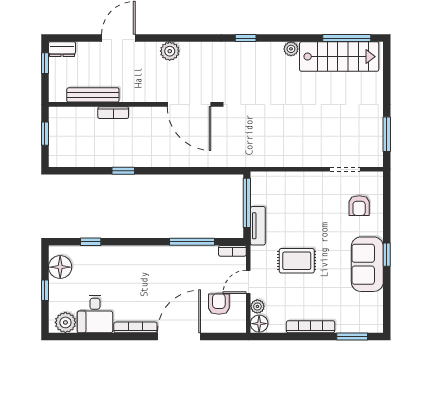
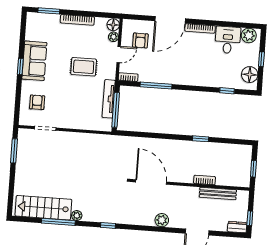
window: (347, 38) -> (58, 222), moved
tv unit: (258, 226) -> (109, 99), width x1.41

